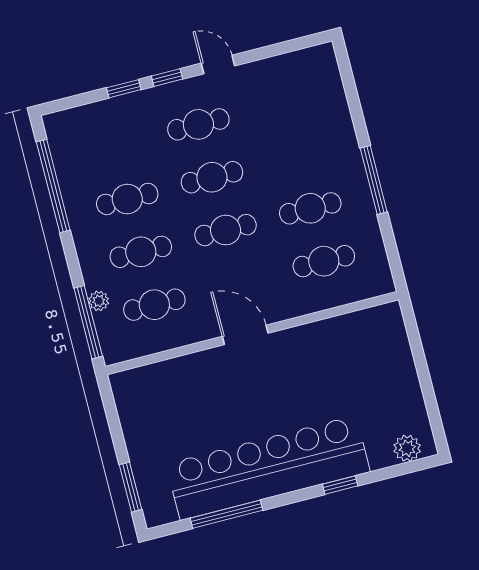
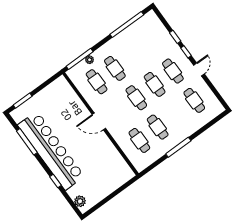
cafe table: (127, 199) -> (194, 100), moved
door: (245, 335) -> (99, 121), swing flipped

